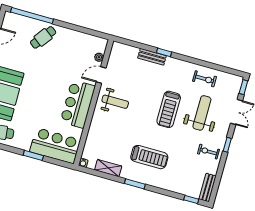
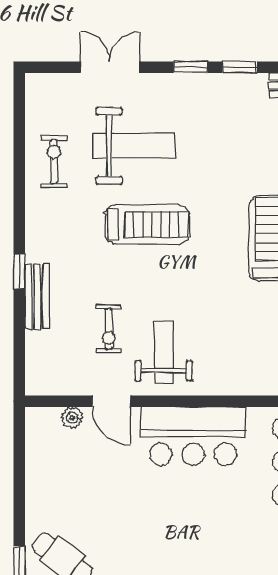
window: (243, 87) -> (240, 67), moved
weight bench: (202, 113) -> (134, 146), turned 180
exercise bike: (208, 152) -> (109, 329), moved

